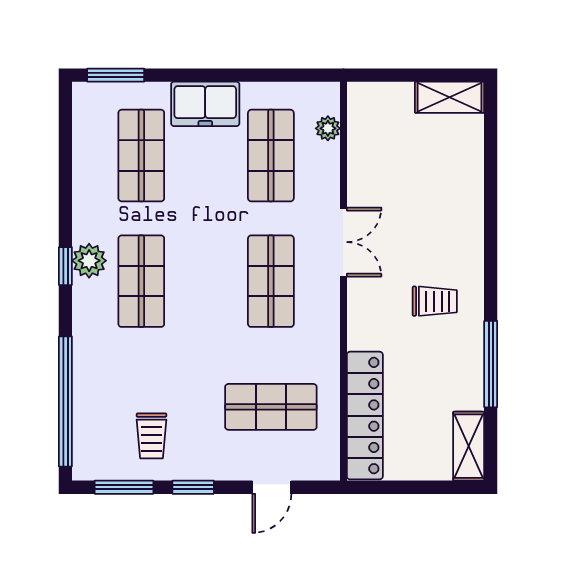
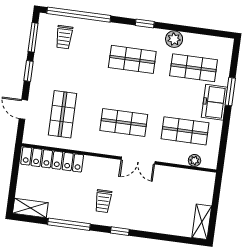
window: (116, 75) -> (230, 92), moved
window: (491, 260) -> (120, 231), added
plant: (89, 261) -> (174, 39), moved
trolley: (151, 436) -> (64, 37), moved, turned -90

